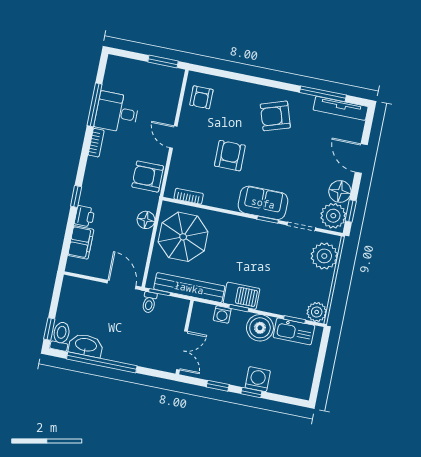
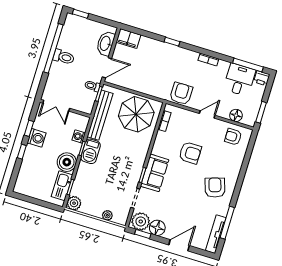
window: (95, 105) -> (248, 65), moved
desk: (117, 112) -> (239, 80), moved
printer: (84, 216) -> (262, 78), moved
floor lamp: (146, 220) -> (236, 115), moved
filing cabinet: (81, 242) -> (128, 39), moved
plant: (324, 256) -> (107, 215), width x0.53, depth x0.53
toilet: (61, 336) -> (64, 57), moved
washbasin: (86, 345) -> (106, 44), moved, turned 180
washing machine: (258, 379) -> (37, 138), moved

